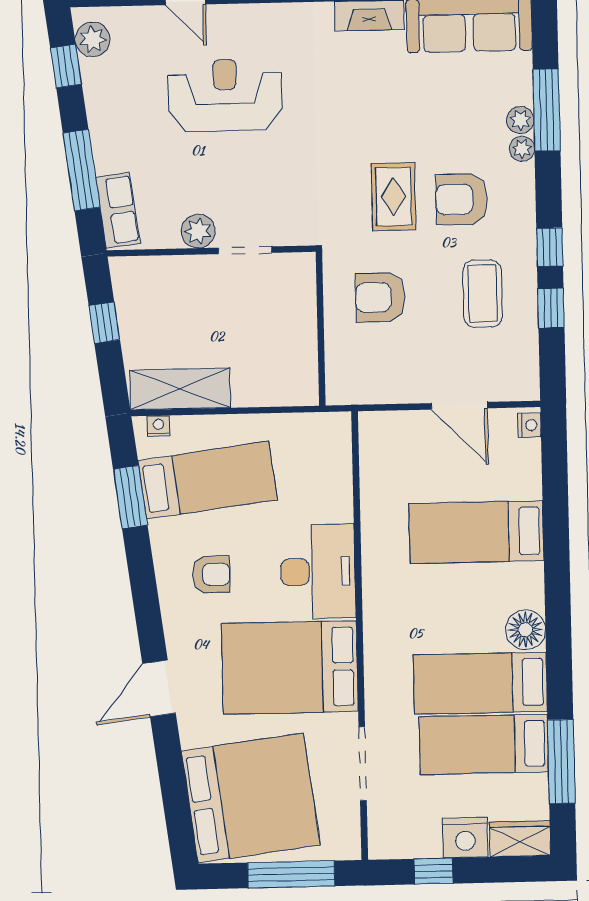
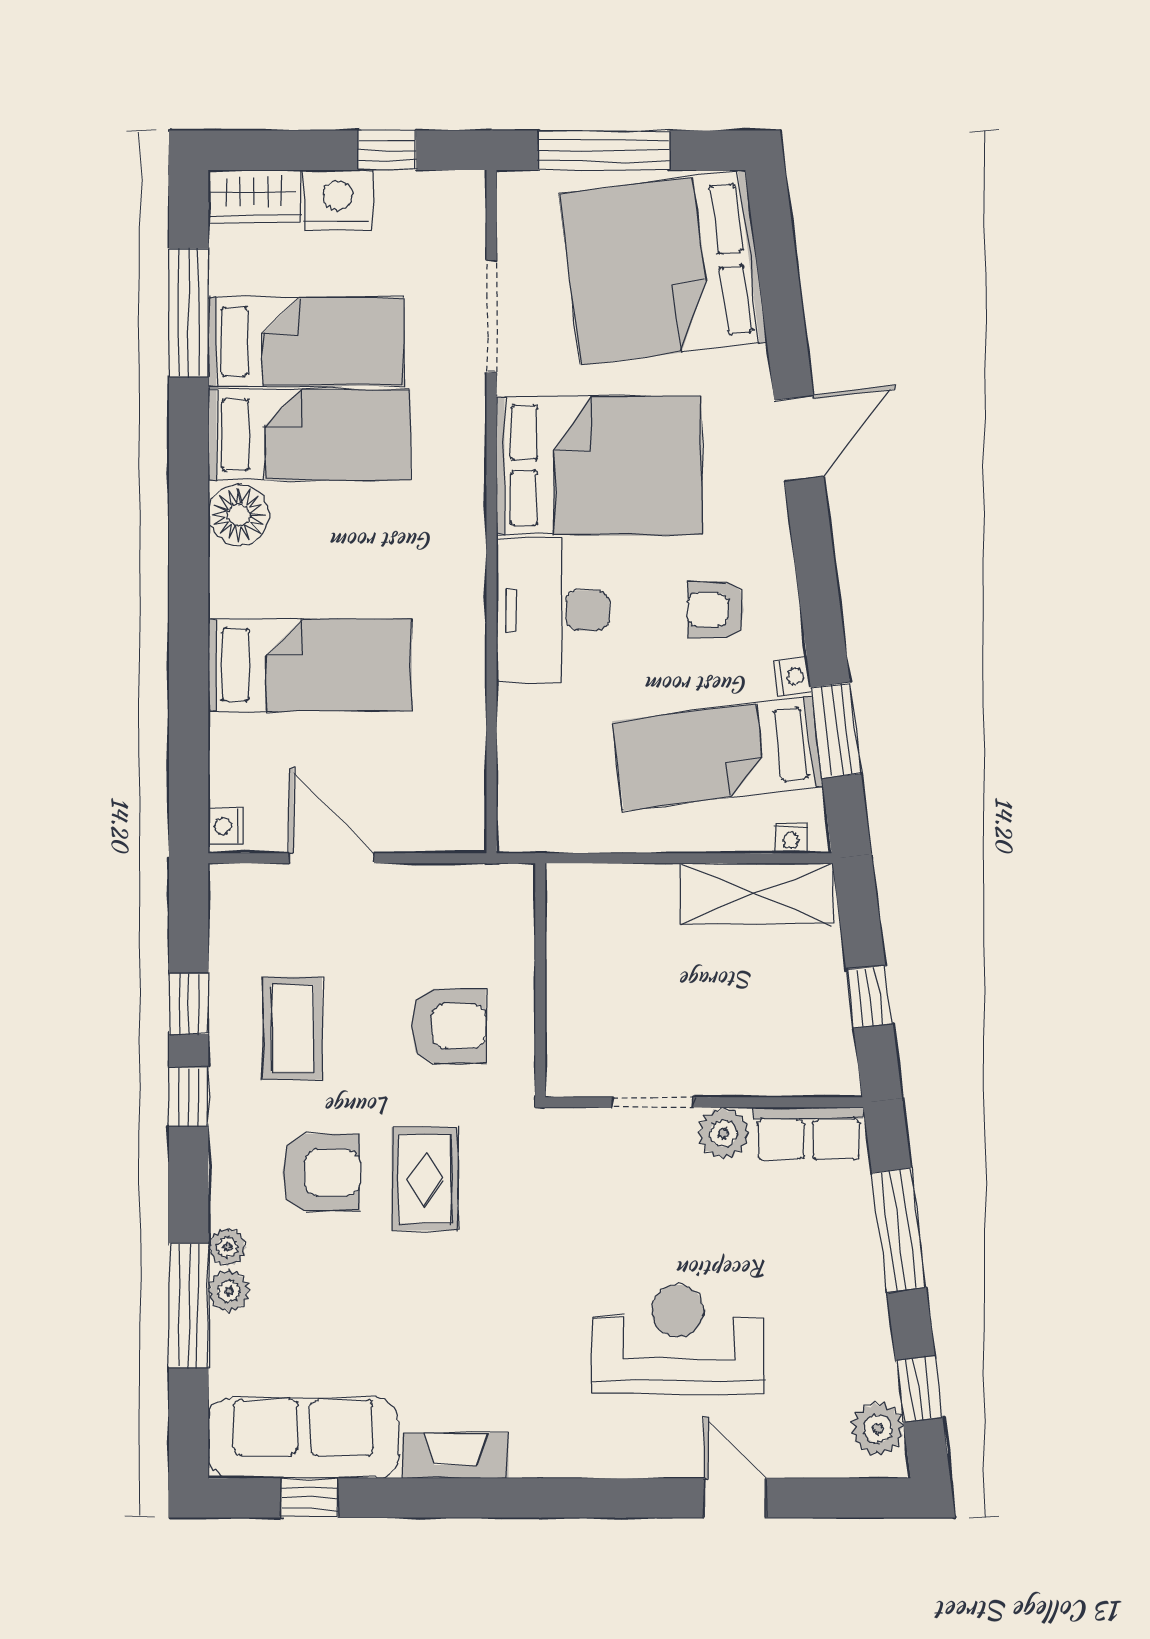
reception desk: (225, 95) -> (678, 1339), turned 180
row of seats: (118, 210) -> (808, 1134), moved, turned -83
nightstand: (160, 532) -> (792, 676), added

